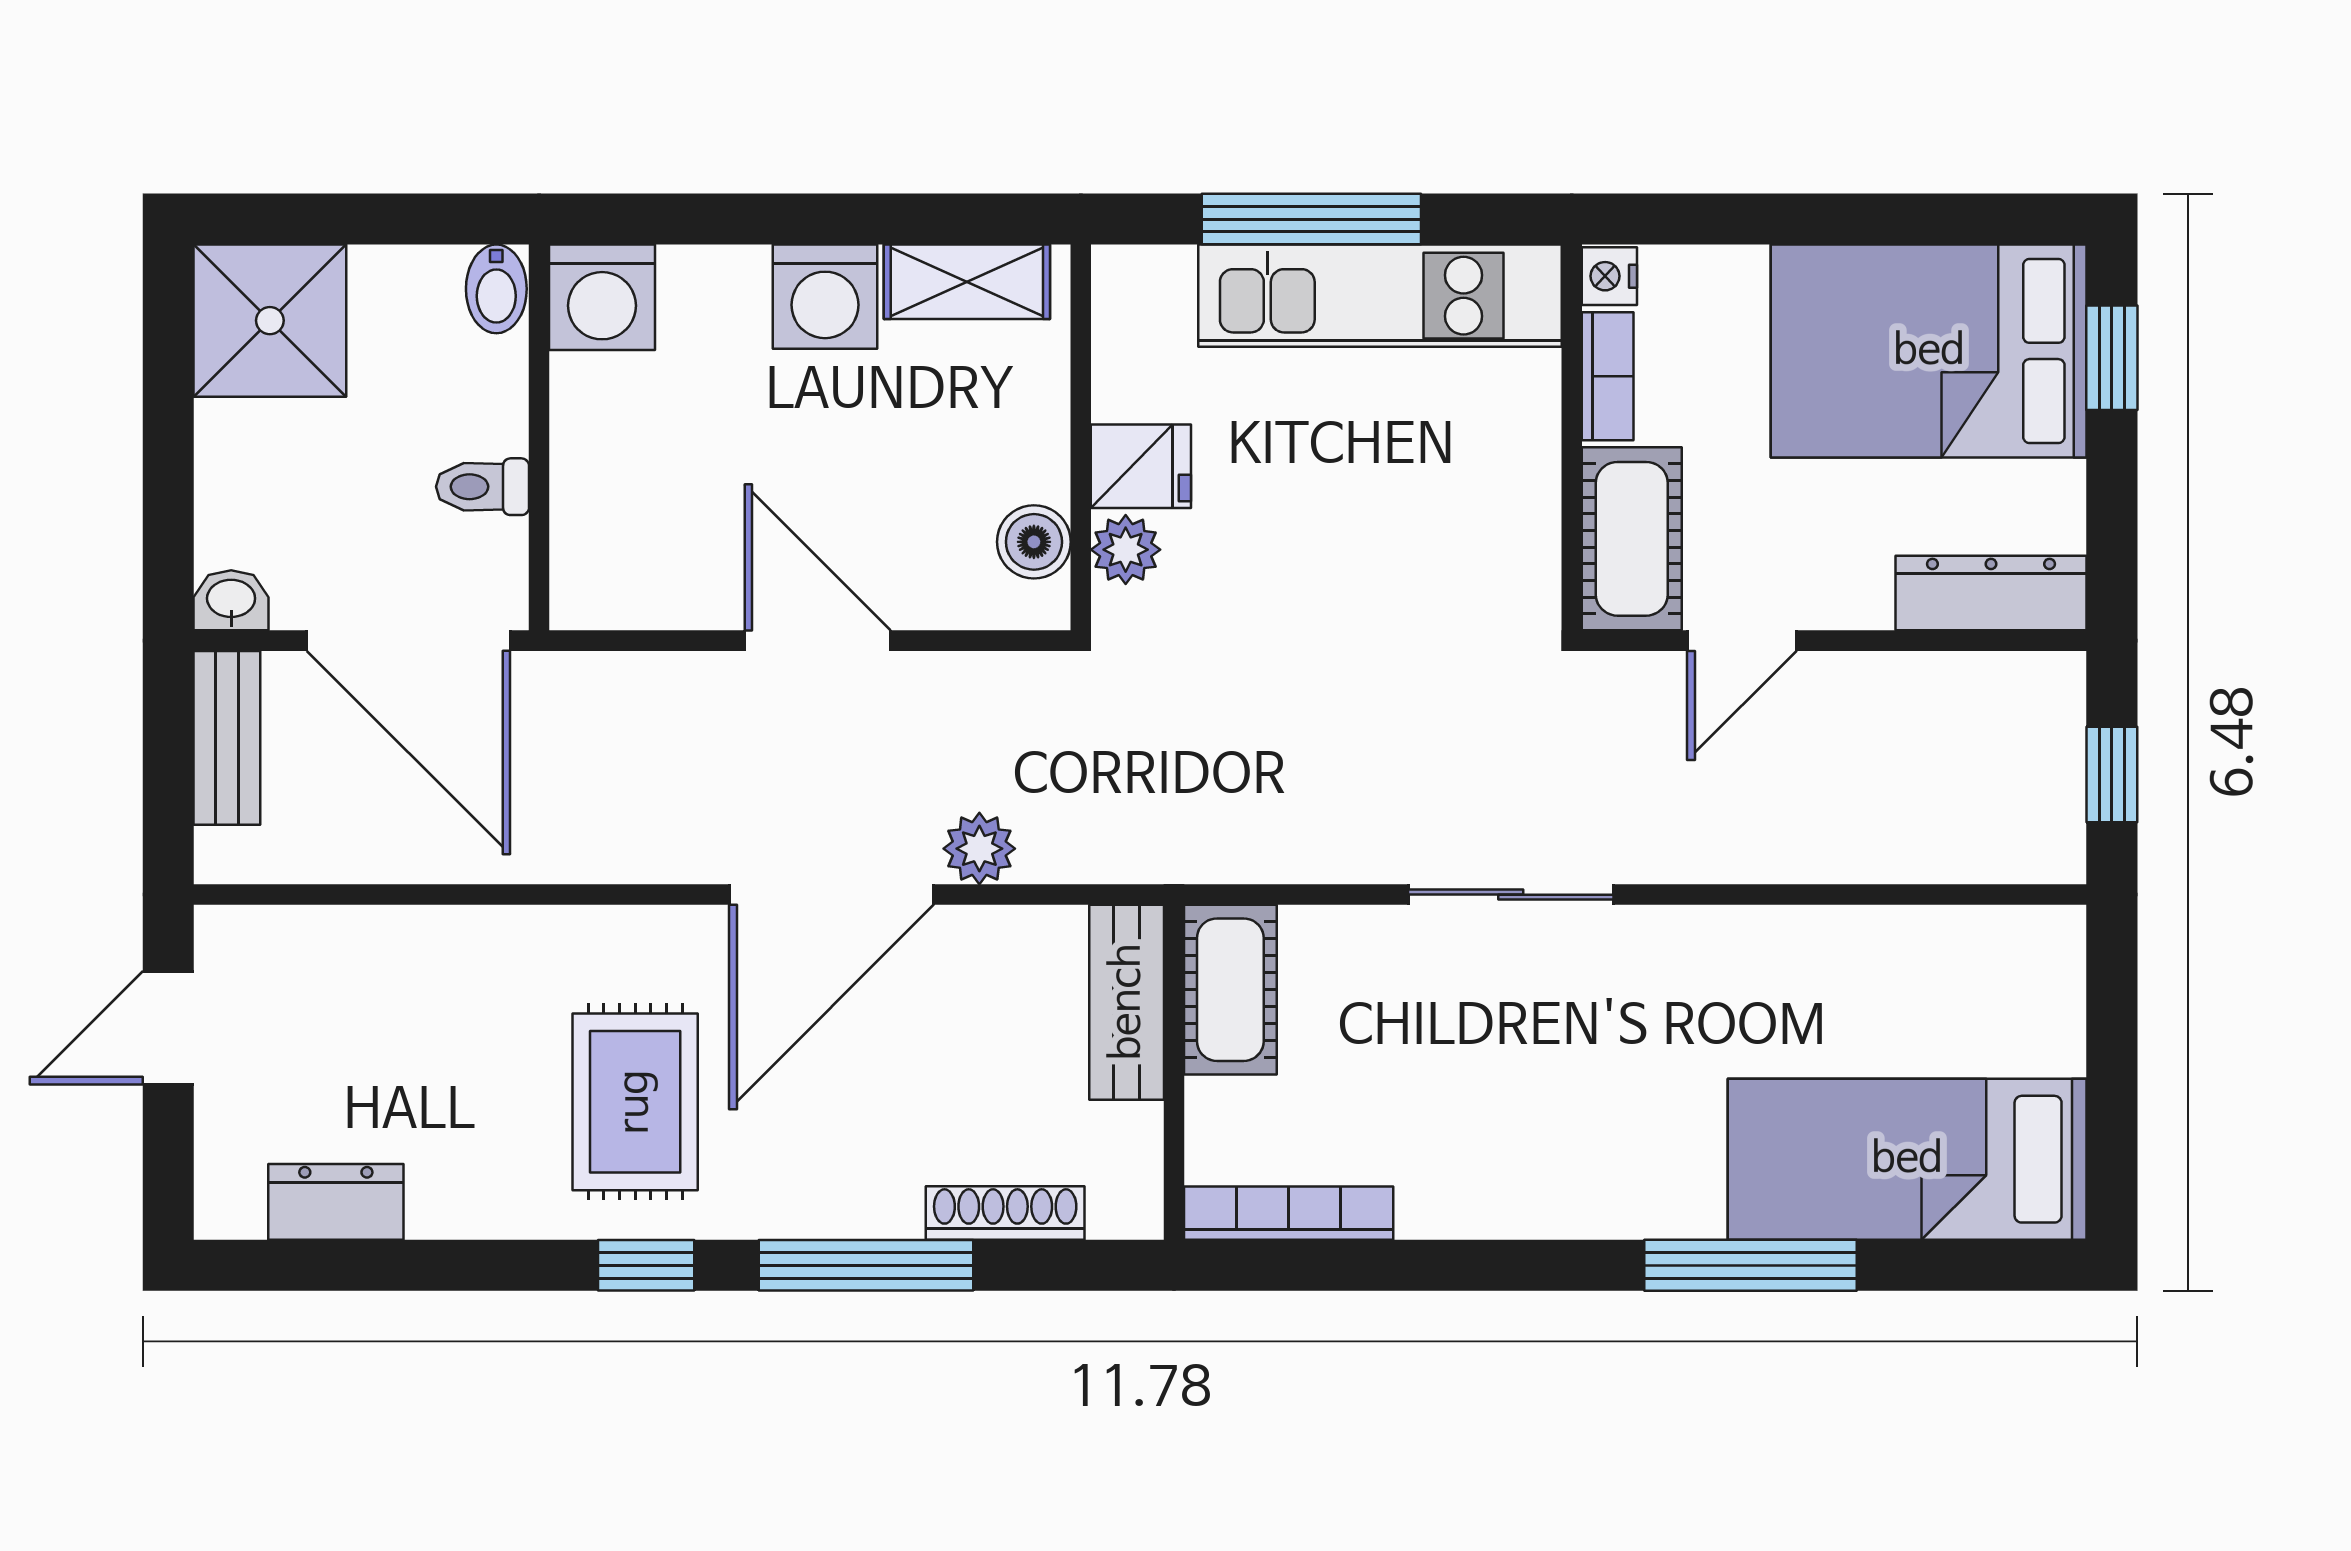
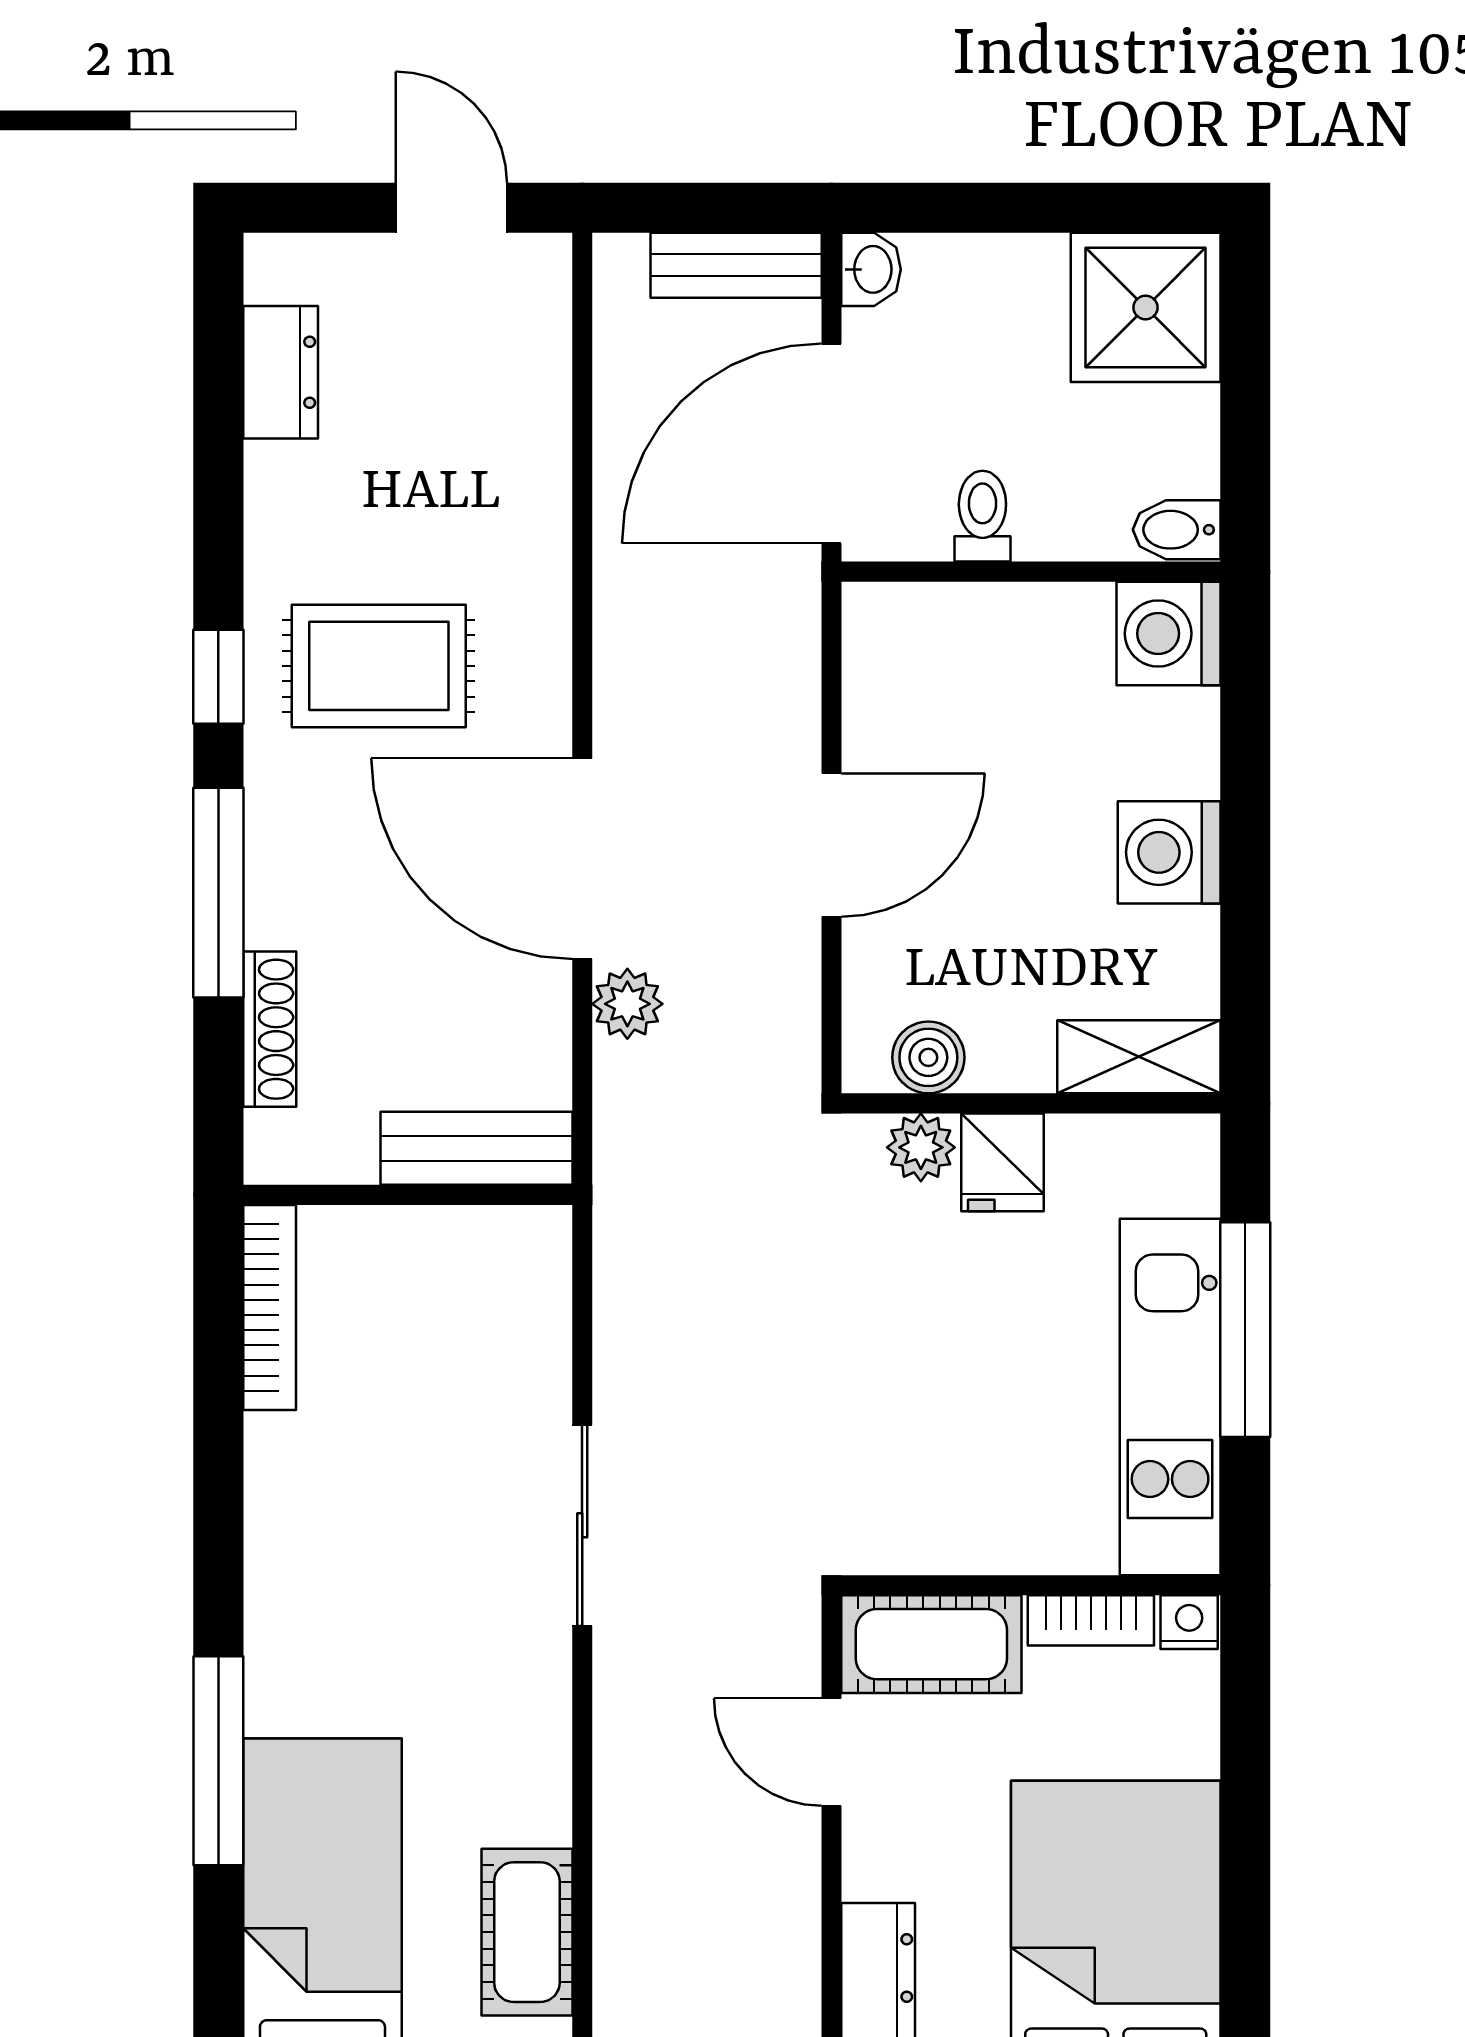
shelving: (967, 282) -> (1139, 1057), moved, turned 90
cot: (1230, 990) -> (527, 1932), moved, turned 90

